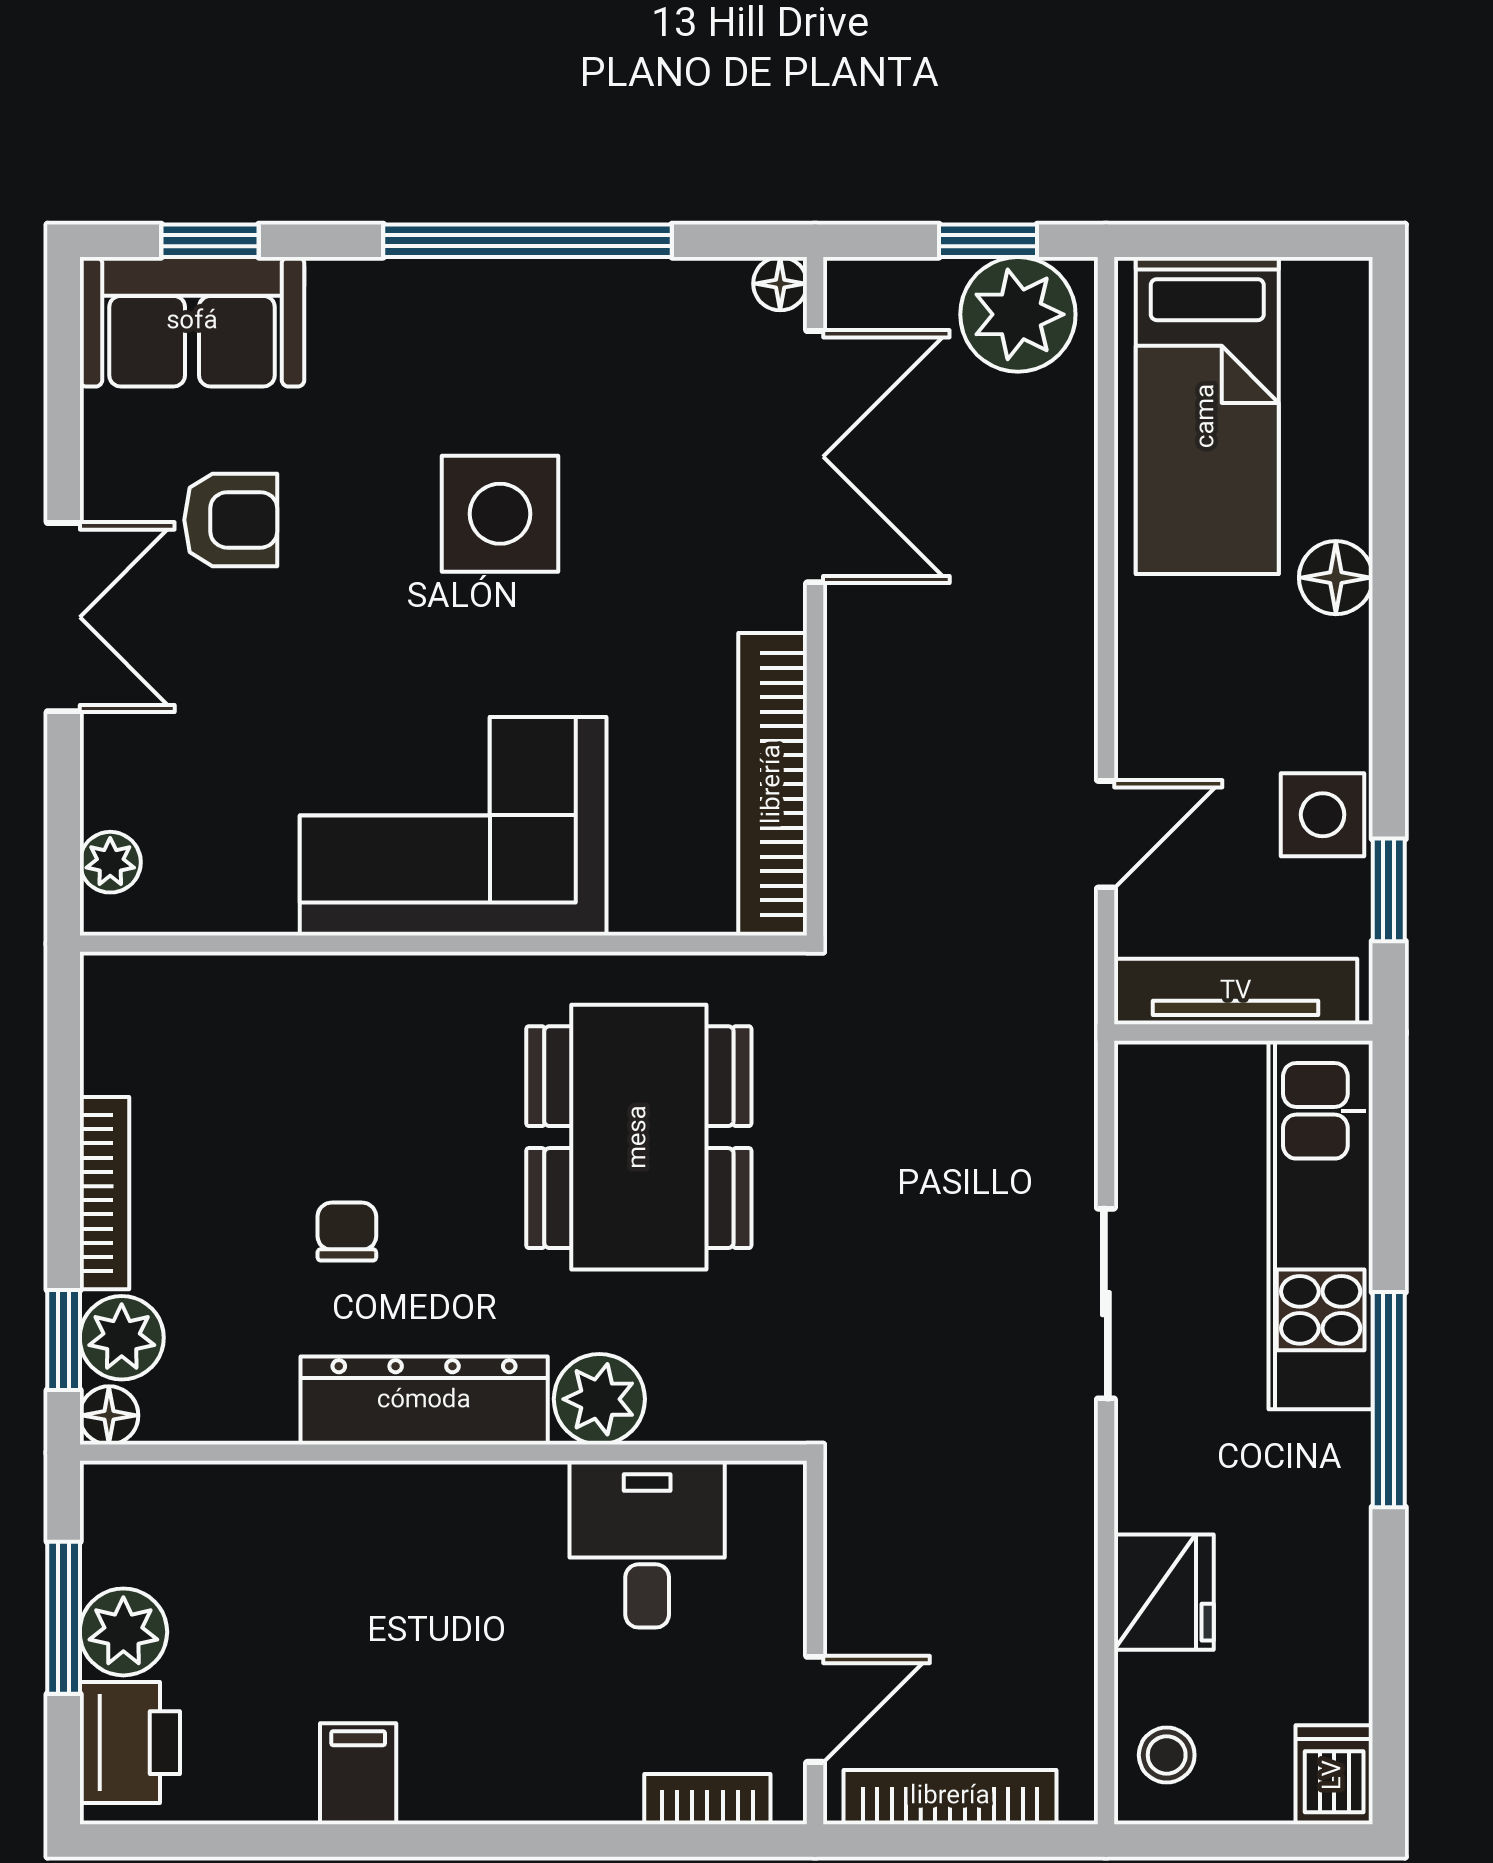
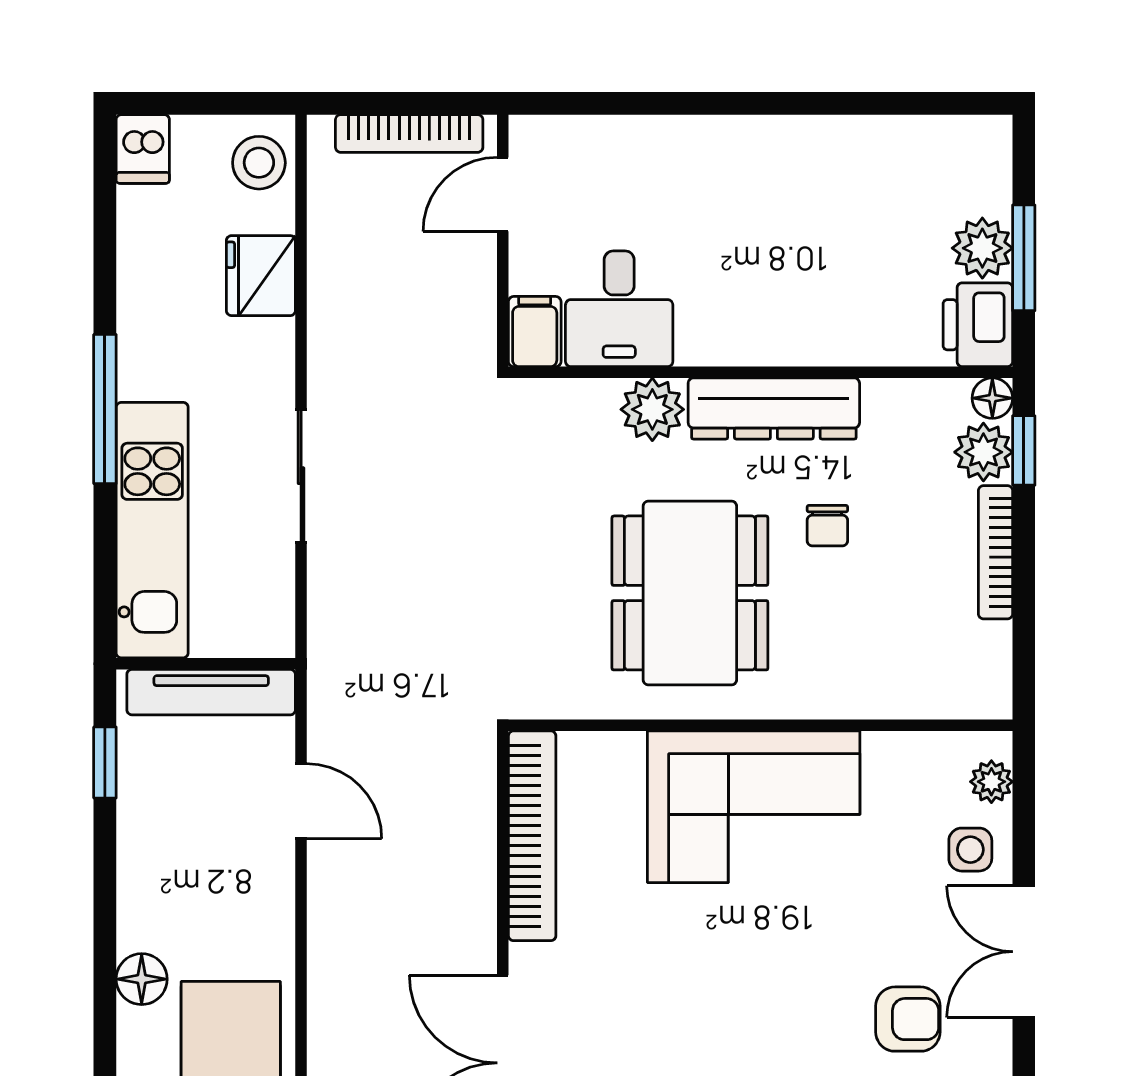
side table: (500, 514) -> (970, 850), moved, width x0.54, depth x0.54
armchair: (231, 520) -> (908, 1019), turned 180
side table: (1323, 815) -> (151, 815), removed
door: (1106, 834) -> (301, 801), swing flipped
dining table: (639, 1137) -> (690, 593), moved
printer: (130, 1743) -> (978, 325), moved
stool: (1167, 1755) -> (259, 163), width x1.37, depth x1.37
filing cabinet: (358, 1774) -> (535, 332), moved, turned 180
bookcase: (707, 1799) -> (577, 132), removed

